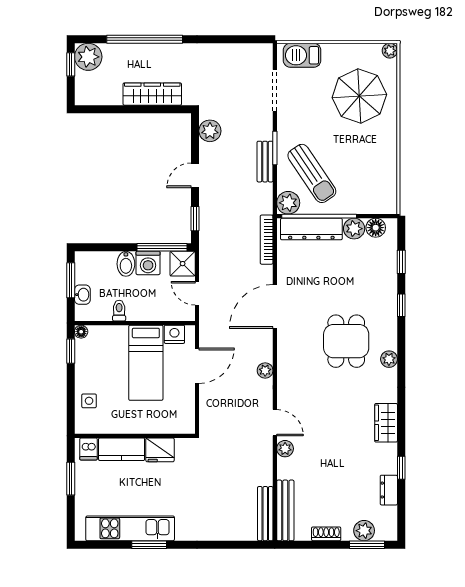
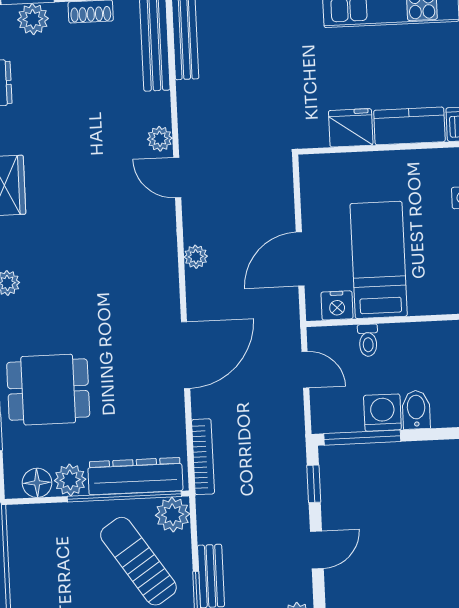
shower: (183, 264) -> (330, 414), removed
toilet: (119, 311) -> (368, 340), moved
dining table: (346, 341) -> (48, 390), moved, turned 90

